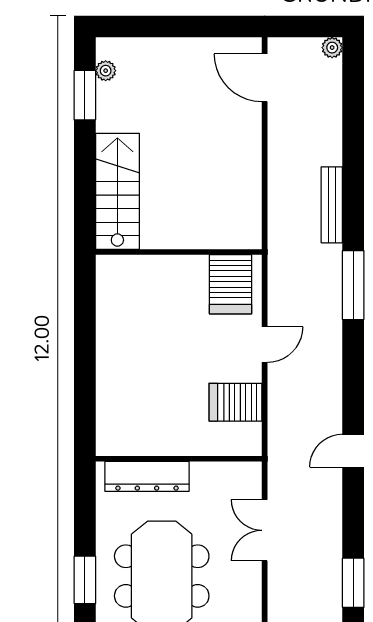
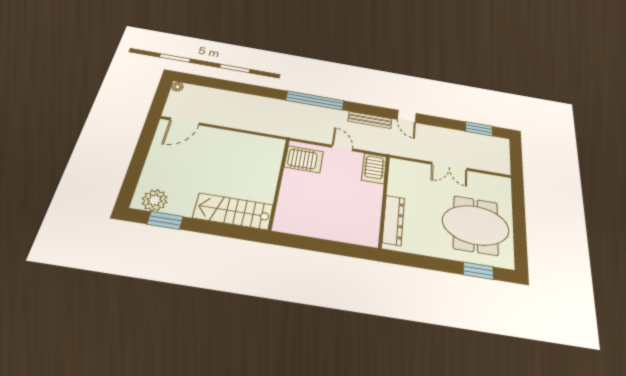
plant: (106, 71) -> (155, 200), width x1.87, depth x1.87
bench: (332, 205) -> (370, 120), moved
window: (353, 285) -> (315, 100), width x1.46
wall: (179, 459) -> (384, 201), moved
dresser: (147, 476) -> (393, 220), moved

